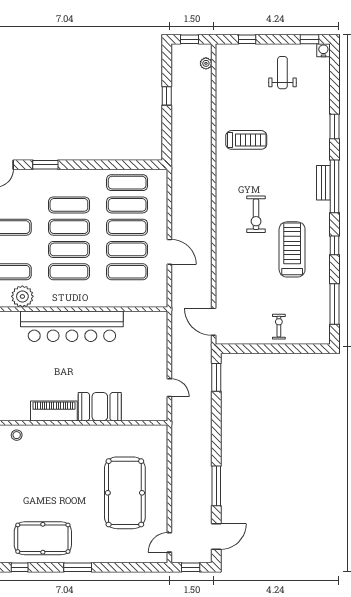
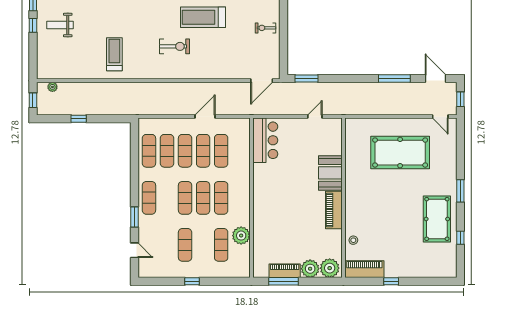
window: (247, 39) -> (33, 25), moved
exercise mat: (69, 205) -> (149, 198), moved
bar counter: (72, 326) -> (265, 140), moved, width x0.54

